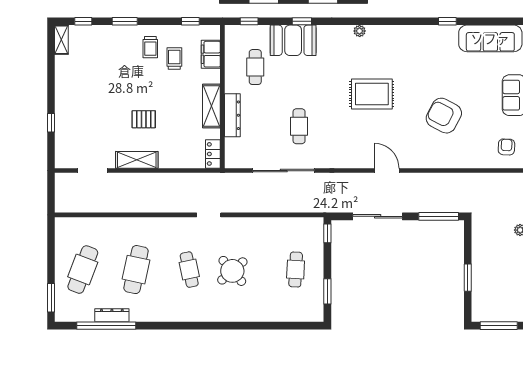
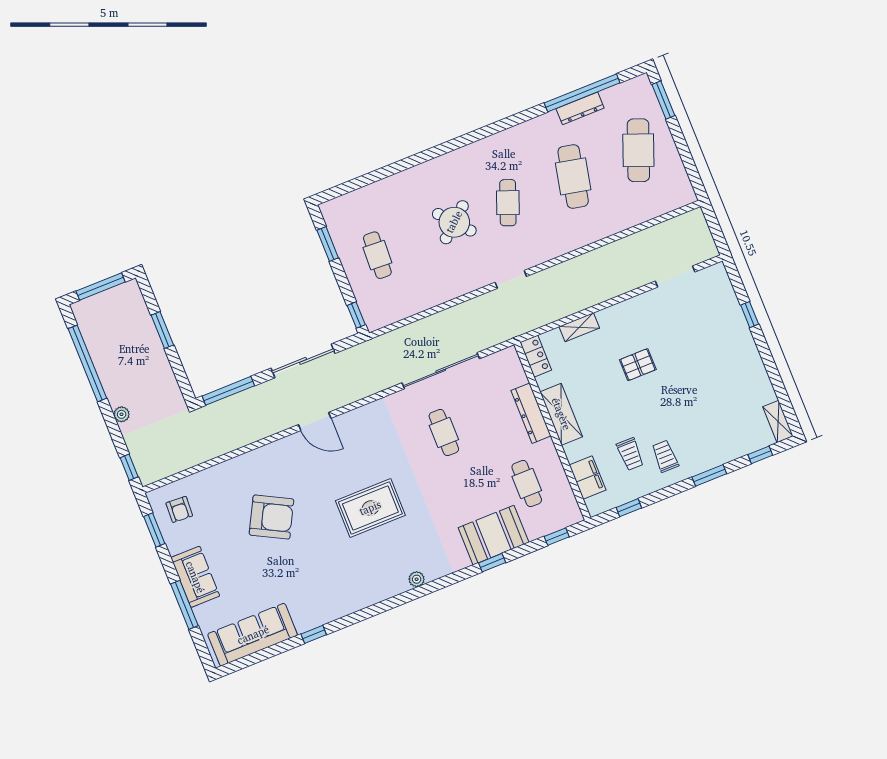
shelving: (137, 160) -> (579, 327), moved, width x0.67, depth x0.75
cafe table: (189, 270) -> (508, 203), turned 33

